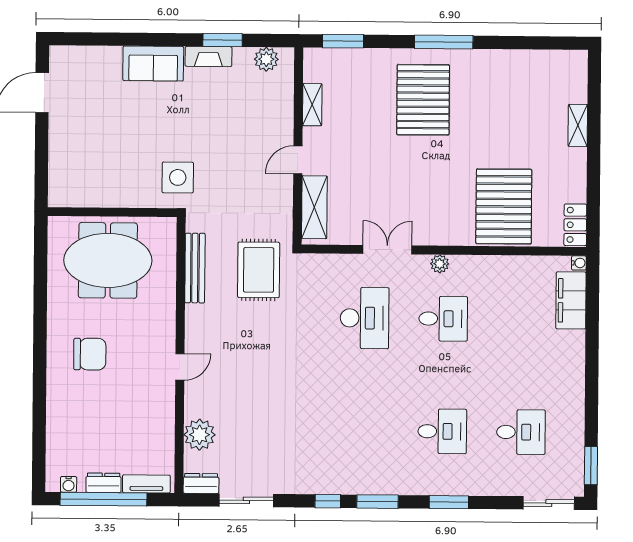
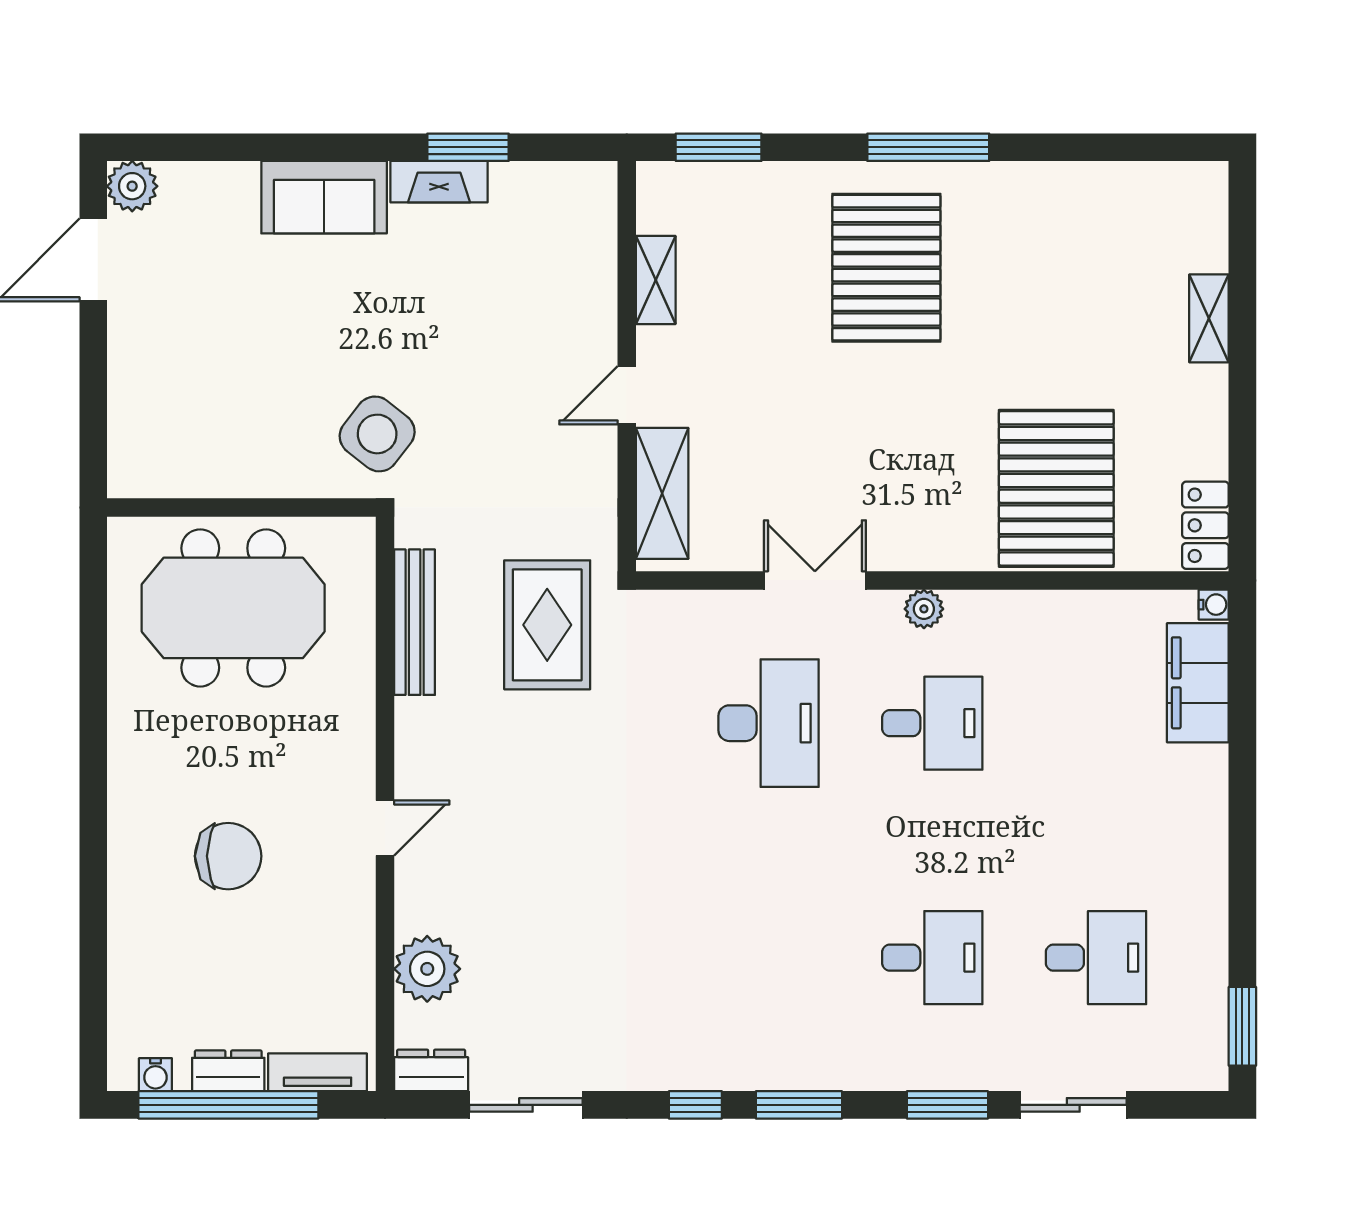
plant: (266, 59) -> (132, 186), moved
side table: (178, 177) -> (377, 434), turned 38
chair: (90, 354) -> (228, 856), moved
sliding door: (549, 503) -> (1073, 1105), moved

